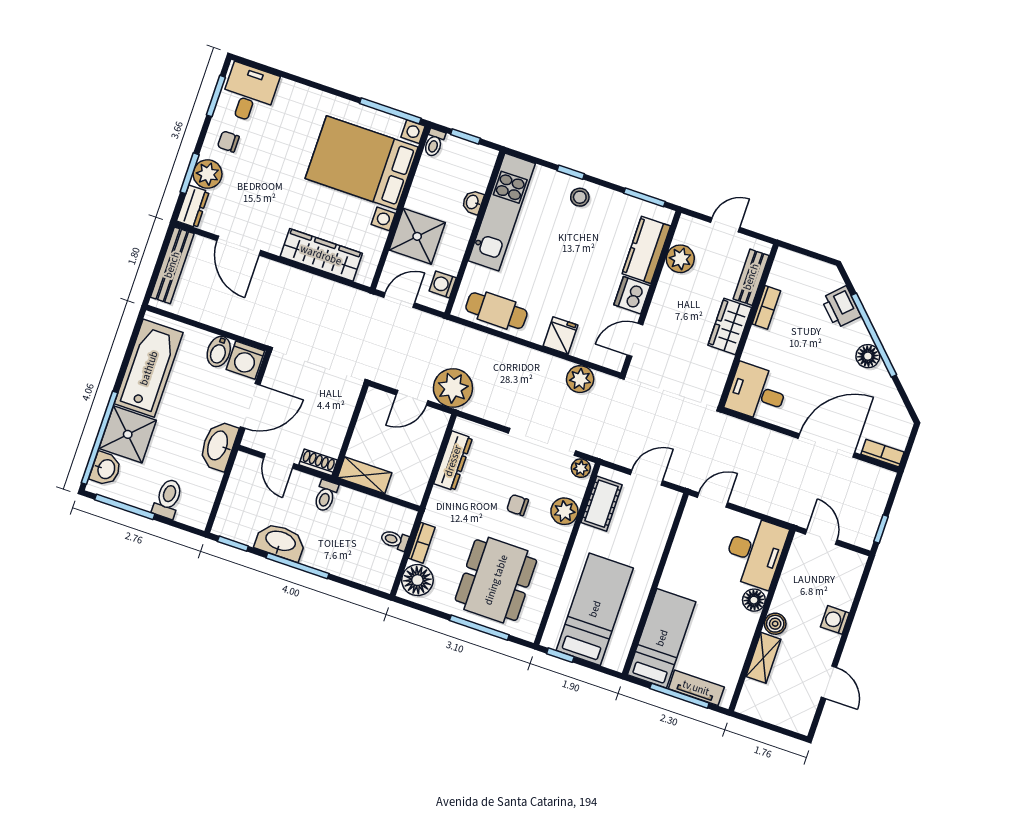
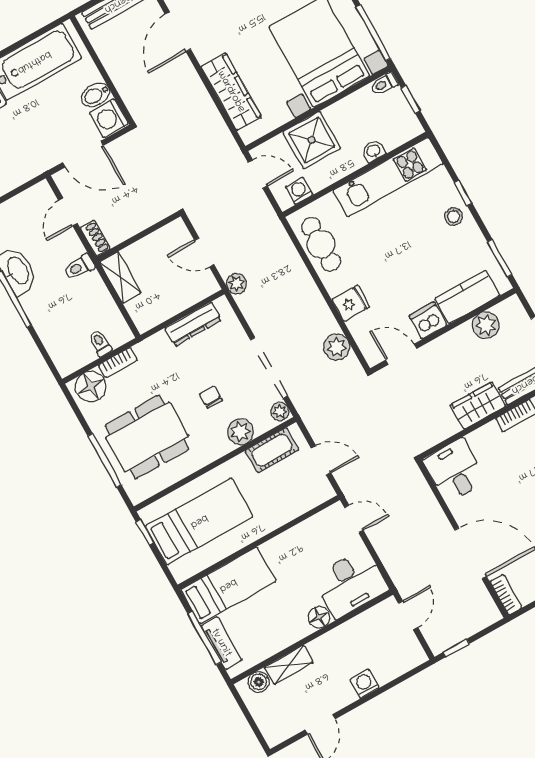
plant: (453, 388) -> (237, 284), width x0.53, depth x0.53
washbasin: (218, 446) -> (35, 162), removed
boiler: (775, 624) -> (259, 682), moved

